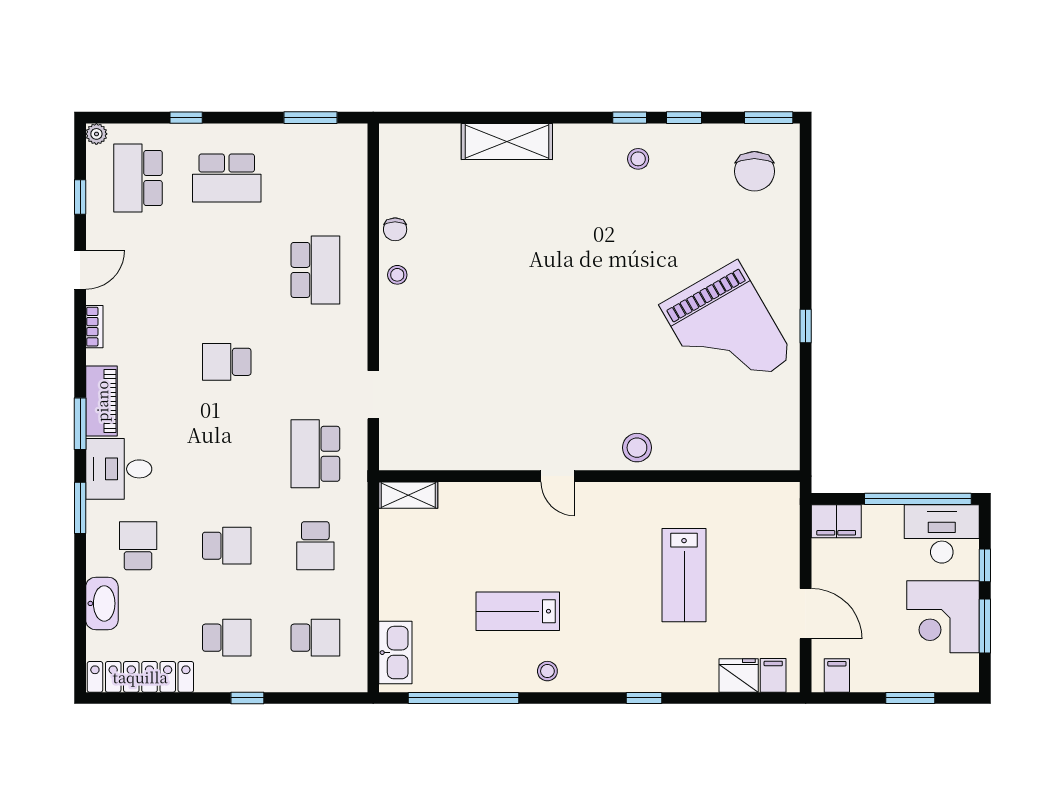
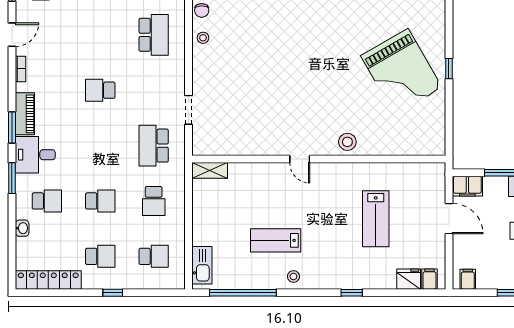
school desk: (138, 546) -> (47, 201), turned 90
washbasin: (102, 603) -> (22, 228), width x0.52, depth x0.69
door: (806, 614) -> (449, 219), moved

